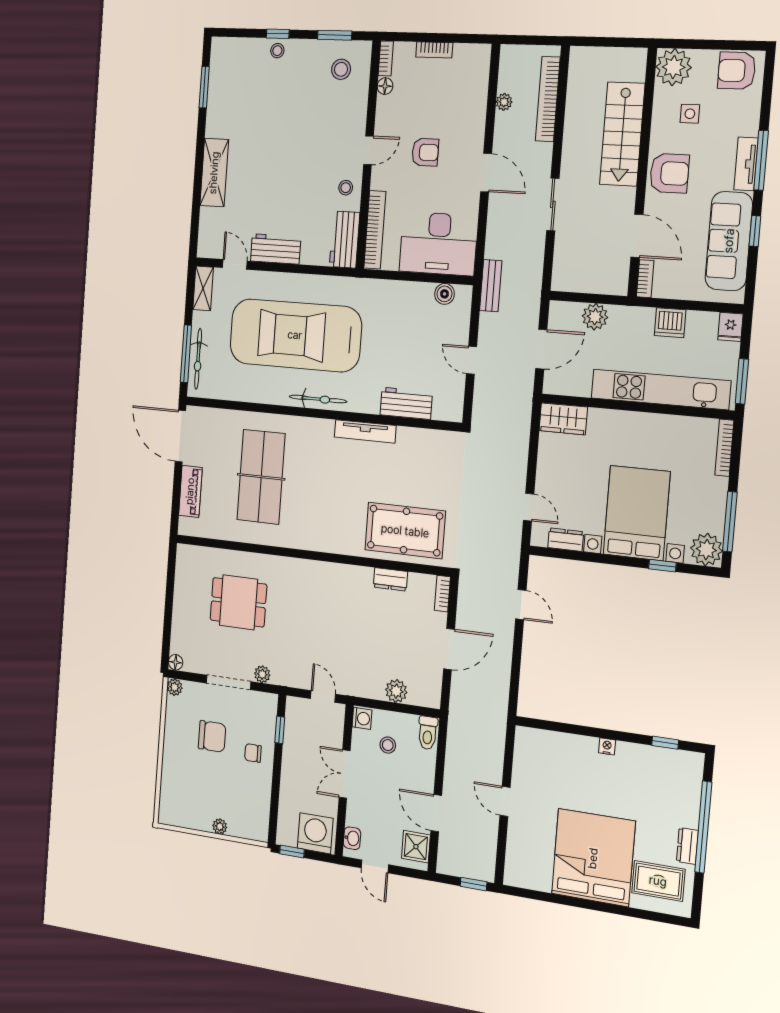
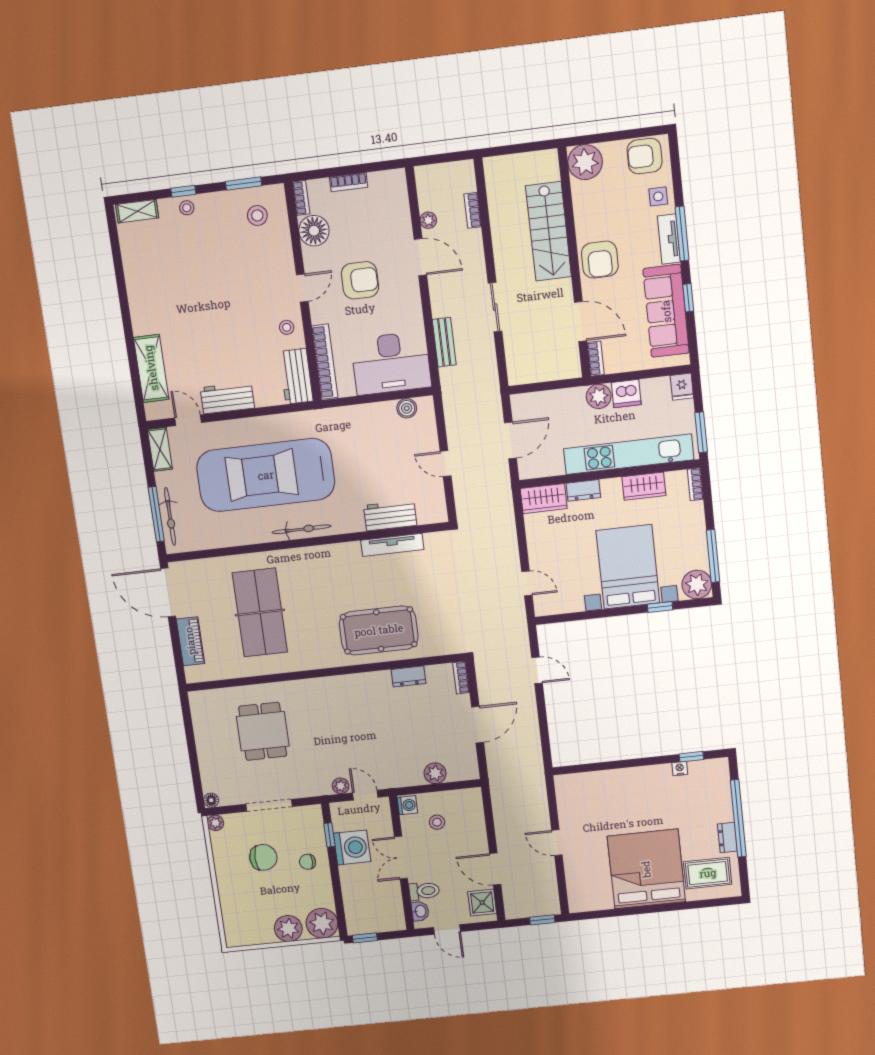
shelving: (232, 46) -> (137, 211), added
floor lamp: (385, 86) -> (314, 231), width x1.89, depth x1.89
window: (204, 87) -> (117, 256), removed
bookcase: (548, 99) -> (473, 210), width x0.43, depth x0.76
side table: (690, 114) -> (658, 196), moved
armchair: (425, 152) -> (360, 280), width x1.38, depth x1.38
shelving: (214, 173) -> (151, 368), moved
door: (486, 173) -> (420, 257), moved
armchair: (669, 173) -> (600, 260), turned 90
bench: (491, 286) -> (444, 342), moved
plant: (595, 317) -> (599, 396), moved
wardrobe: (670, 428) -> (644, 486), added
tv unit: (365, 431) -> (392, 545), moved
bookcase: (724, 448) -> (695, 484), width x0.64
pool table: (405, 531) -> (379, 630), moved
dresser: (566, 540) -> (583, 490), moved, turned 180
dining table: (238, 602) -> (263, 731), turned 90
plant: (262, 674) -> (341, 786), moved
toilet: (428, 733) -> (424, 891), moved, turned -90
nightstand: (607, 746) -> (680, 769), moved
plant: (254, 823) -> (322, 923), added
plant: (220, 826) -> (288, 929), width x1.88, depth x1.88
washing machine: (315, 833) -> (352, 848), moved, turned 90

